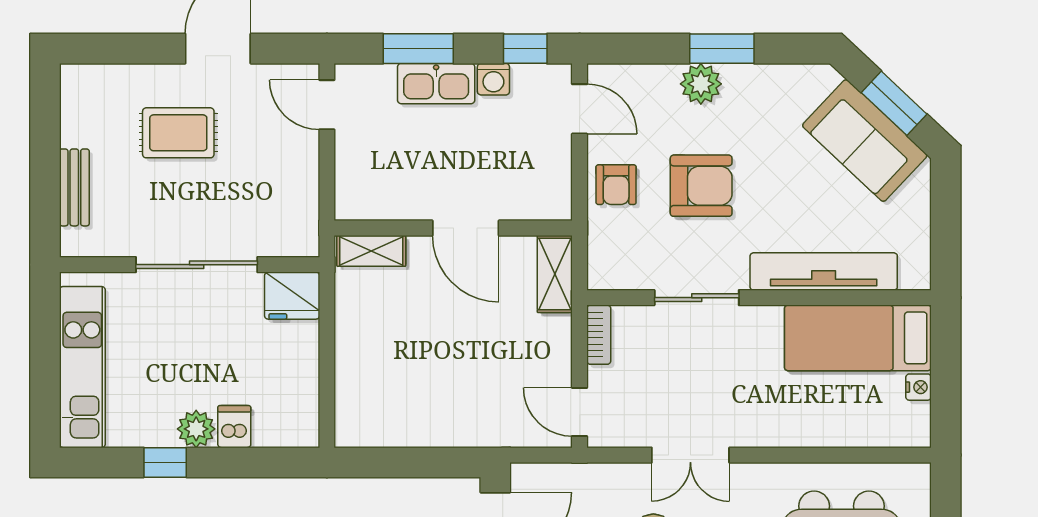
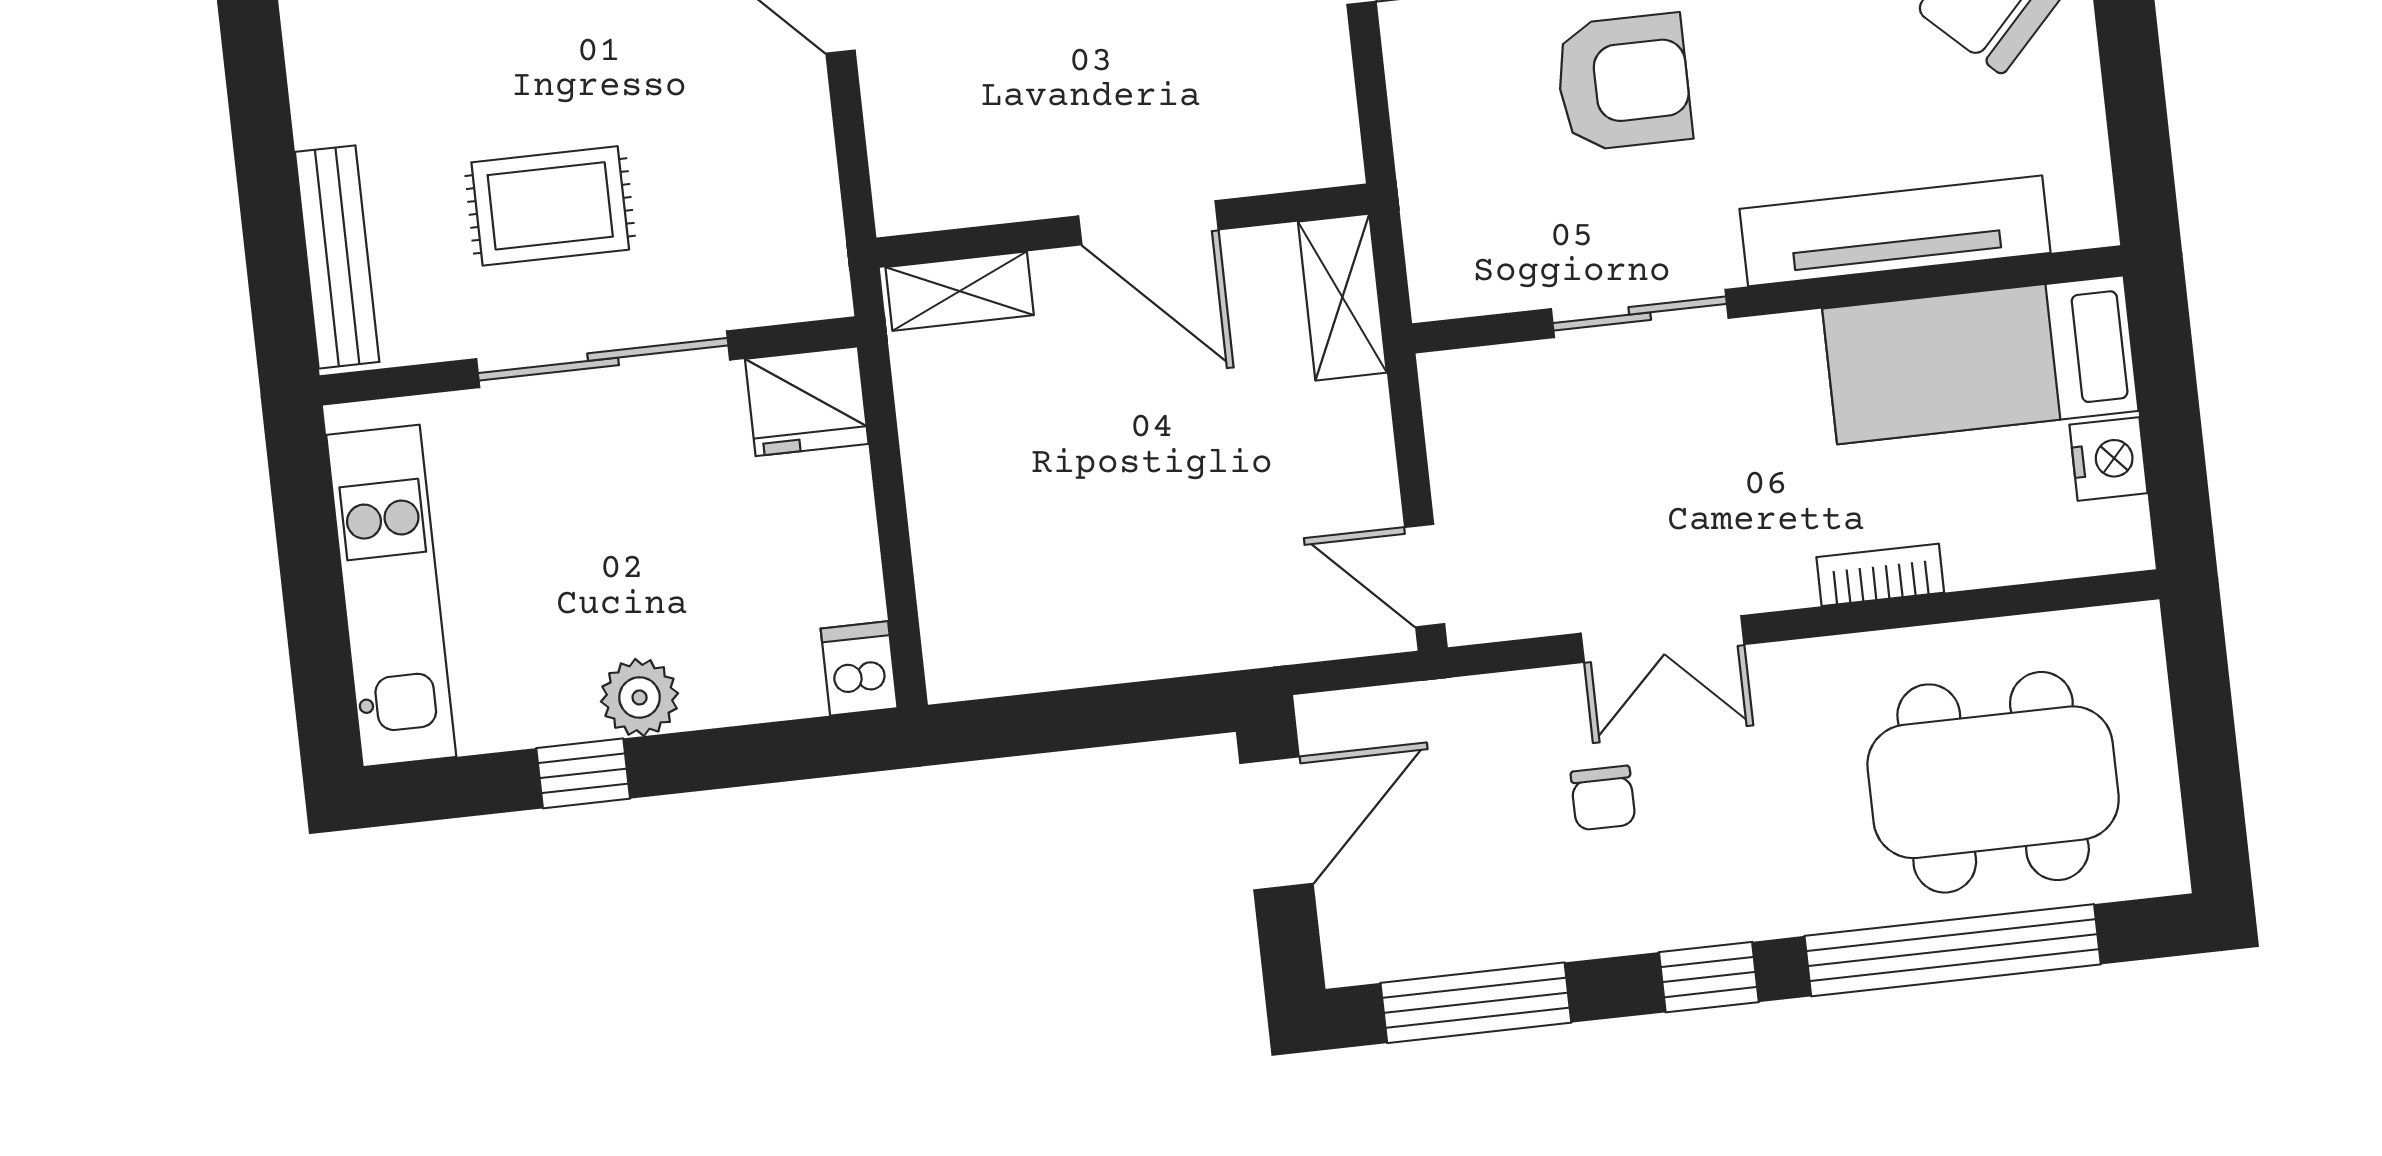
rug: (178, 133) -> (550, 206), moved
armchair: (616, 185) -> (1448, 99), removed
bench: (74, 187) -> (337, 257), width x1.36
bookcase: (599, 335) -> (1880, 575), moved, turned -90
nightstand: (919, 387) -> (2109, 459), width x1.39, depth x1.35
dishwasher: (234, 427) -> (859, 668), moved

